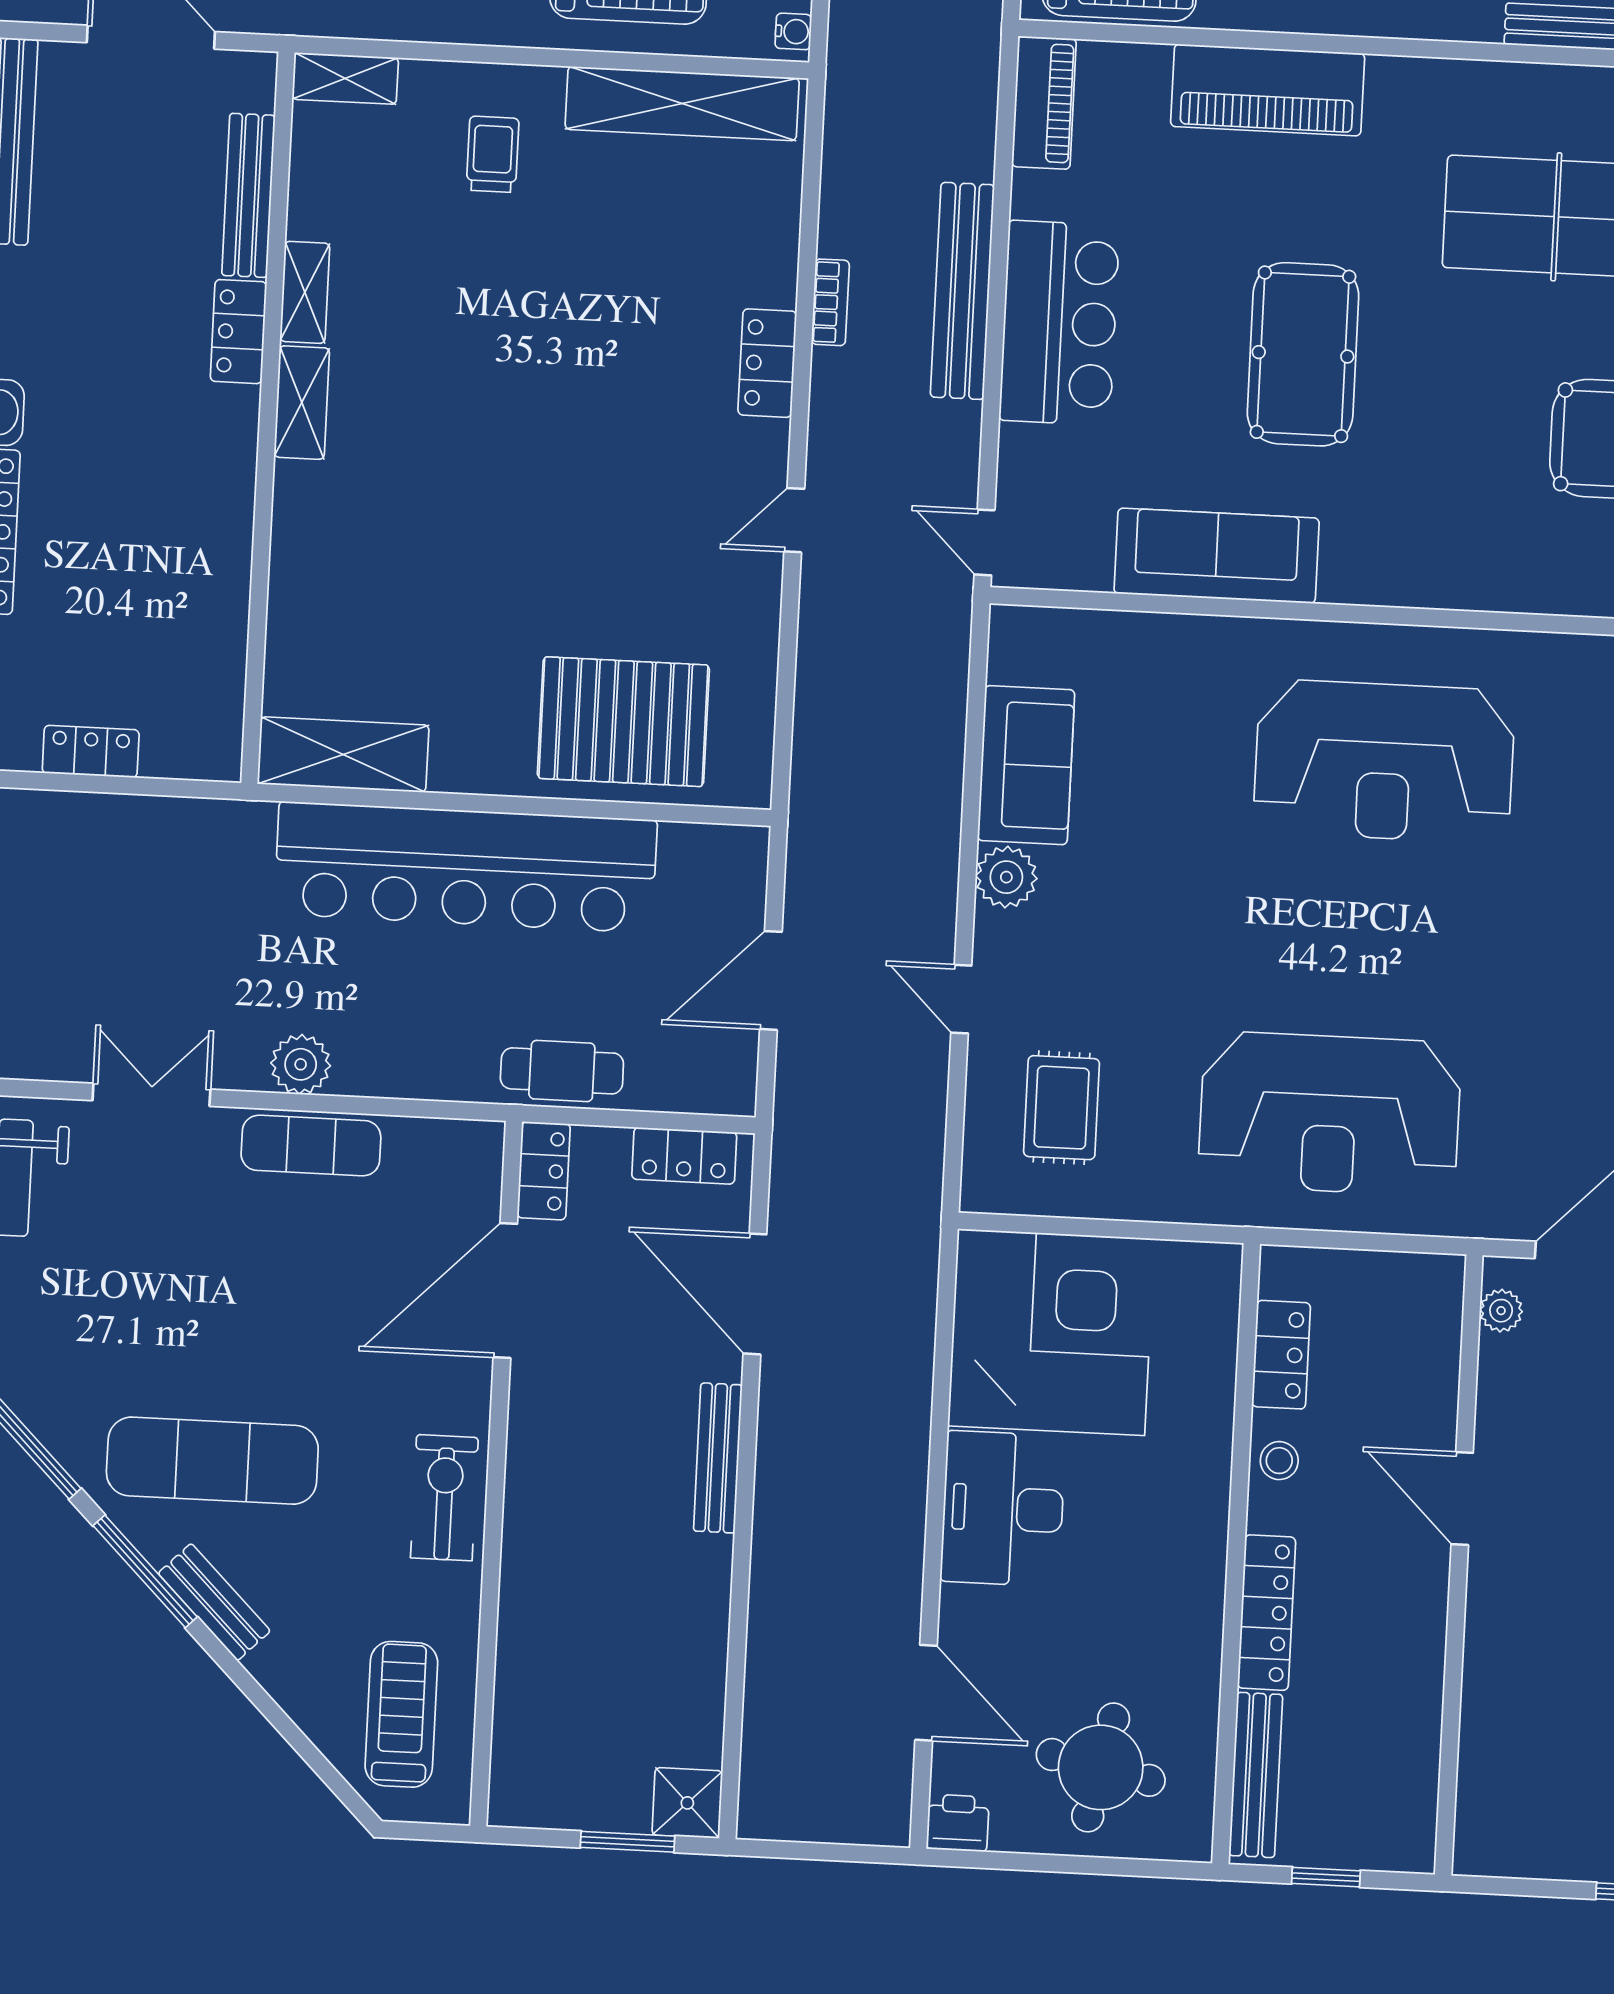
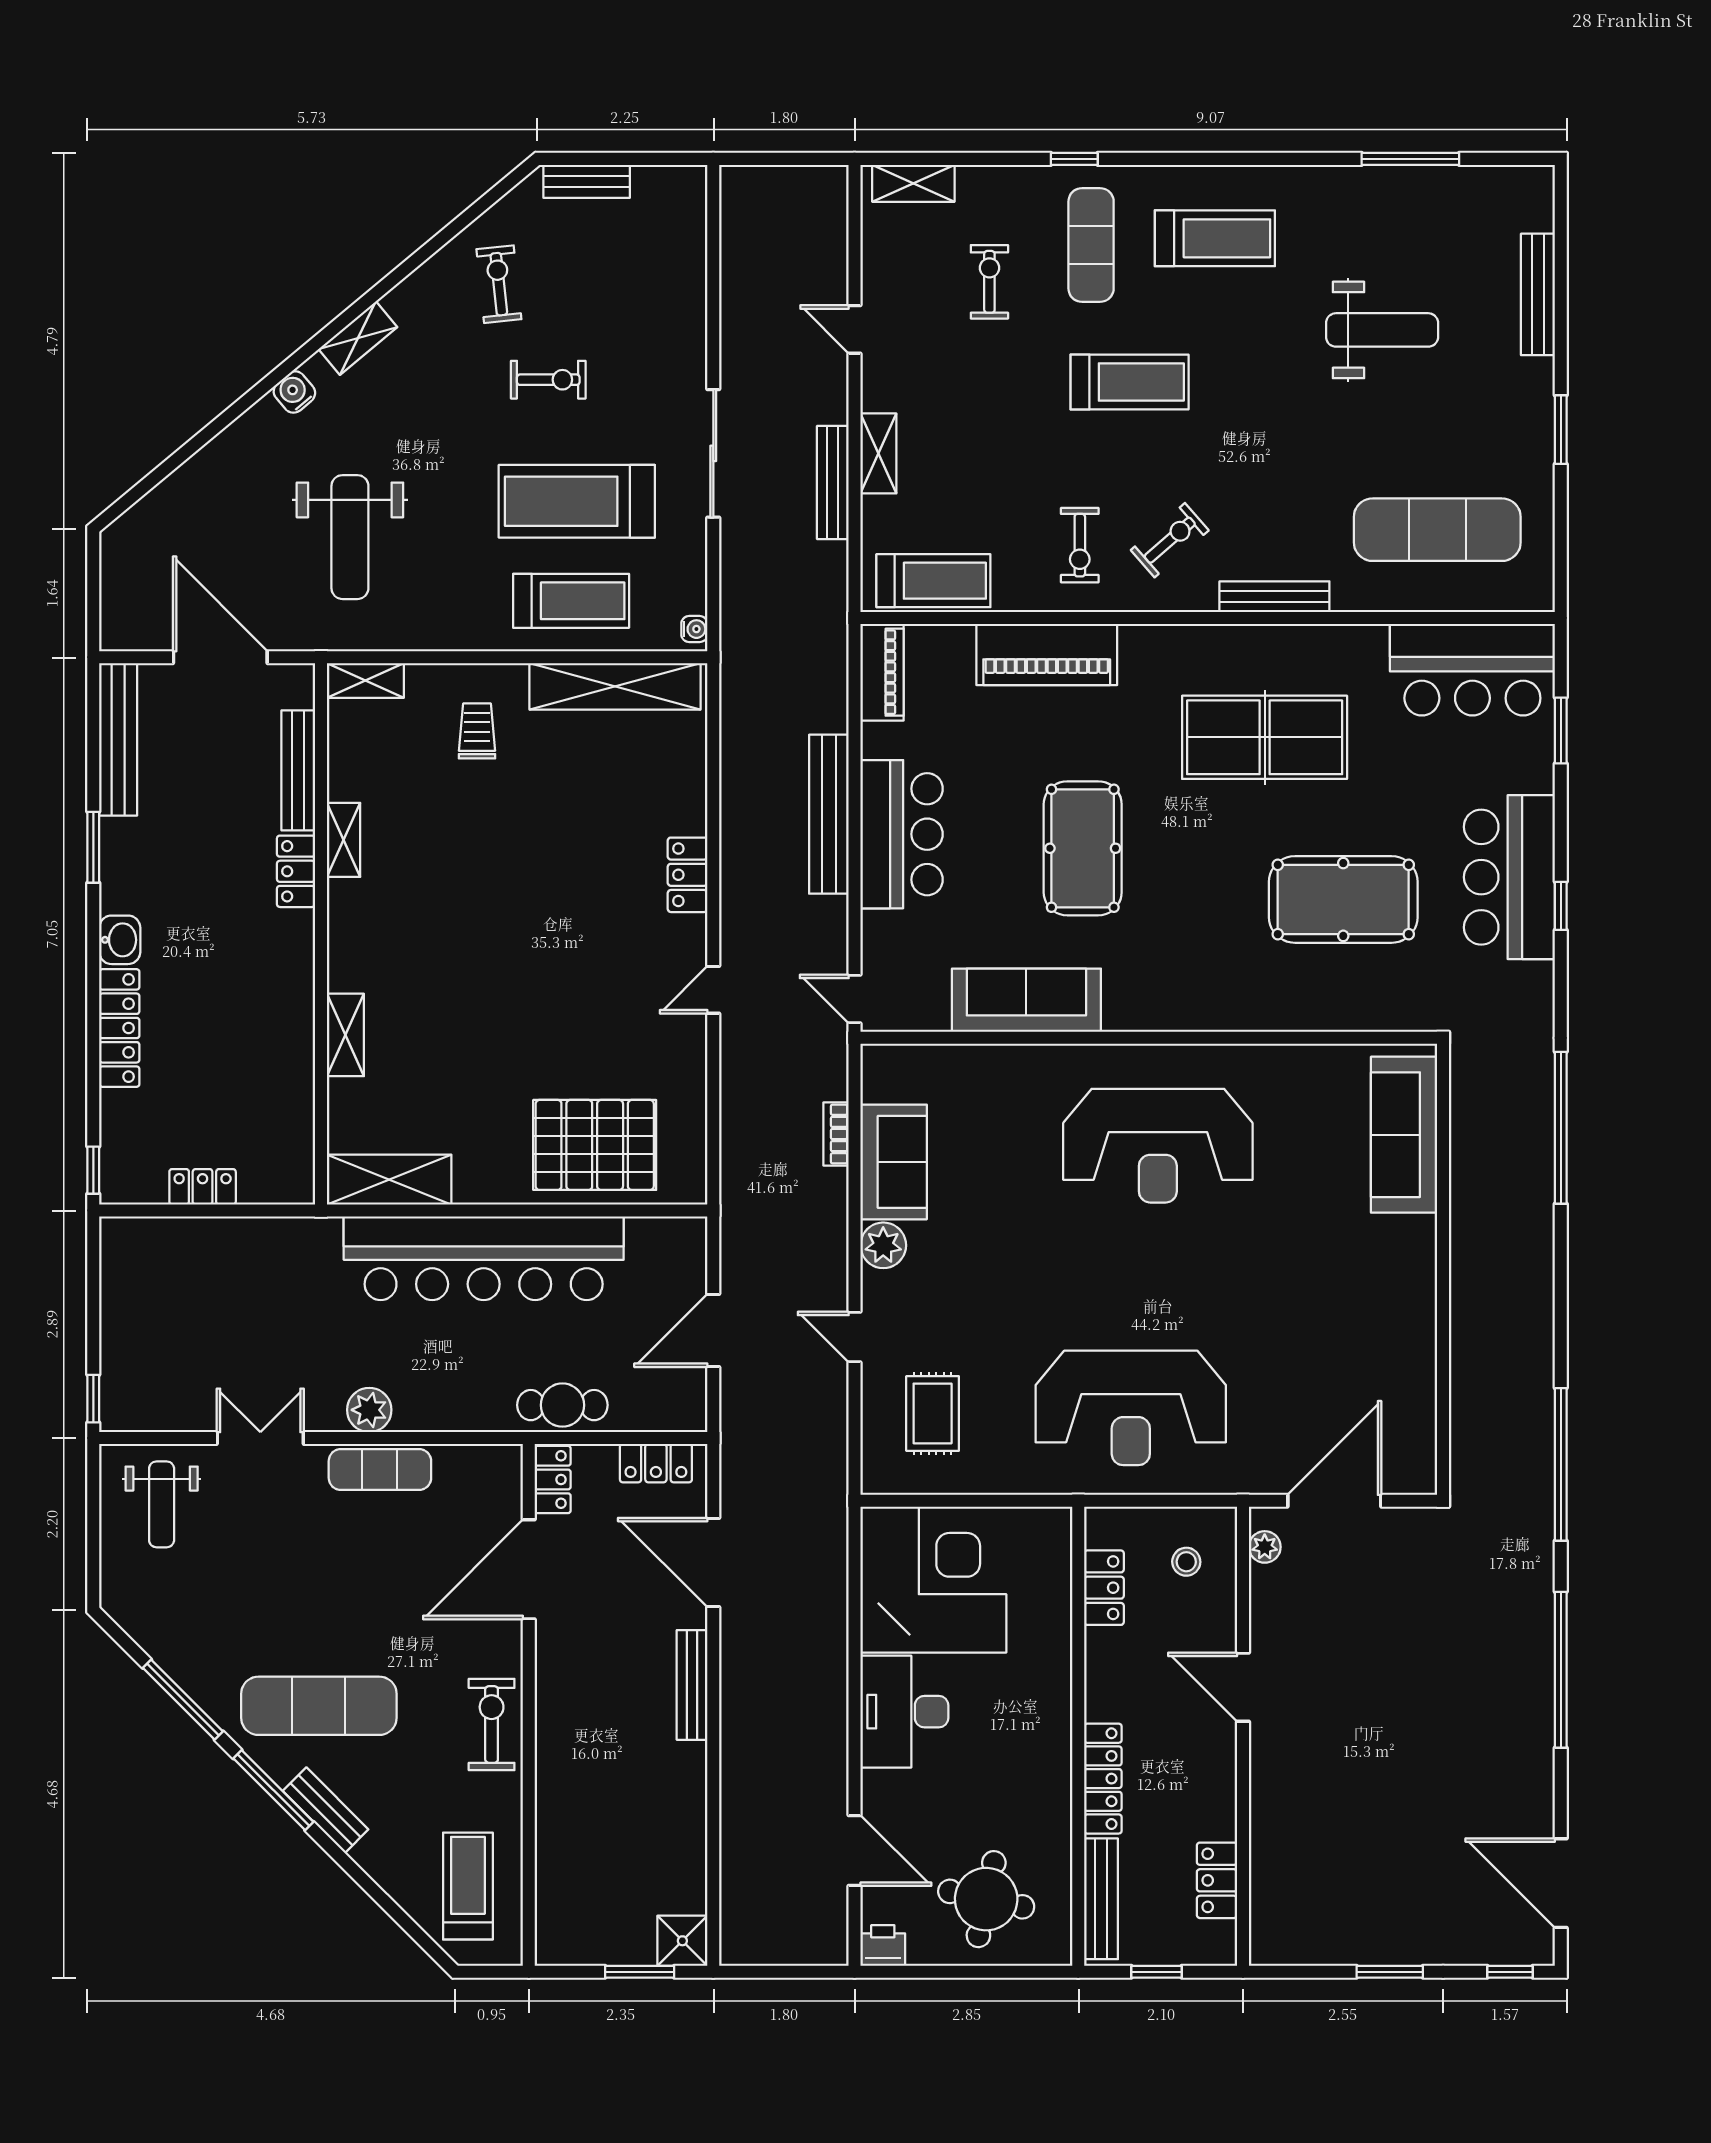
bookcase: (830, 302) -> (836, 1134), moved, turned 180
shelving: (302, 403) -> (345, 1035), moved
stool: (1279, 1461) -> (1186, 1562), moved
locker: (1414, 1758) -> (1217, 1880), added

